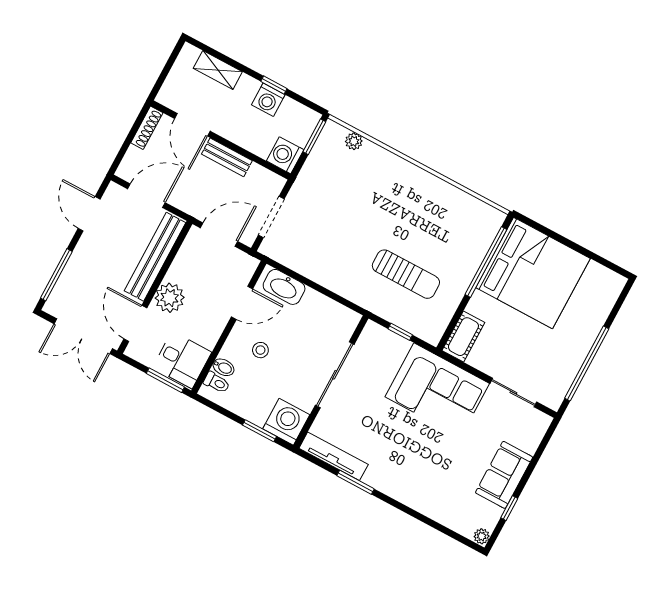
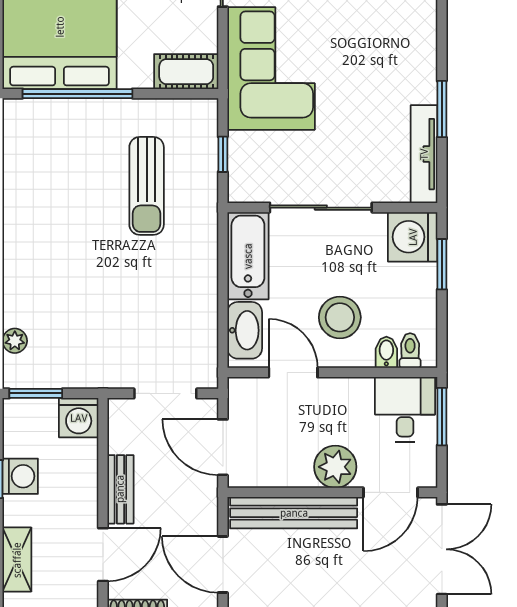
sun lounger: (406, 274) -> (147, 186), turned 180
bathtub: (329, 314) -> (248, 256), added
stool: (260, 350) -> (340, 317), width x1.89, depth x1.89

